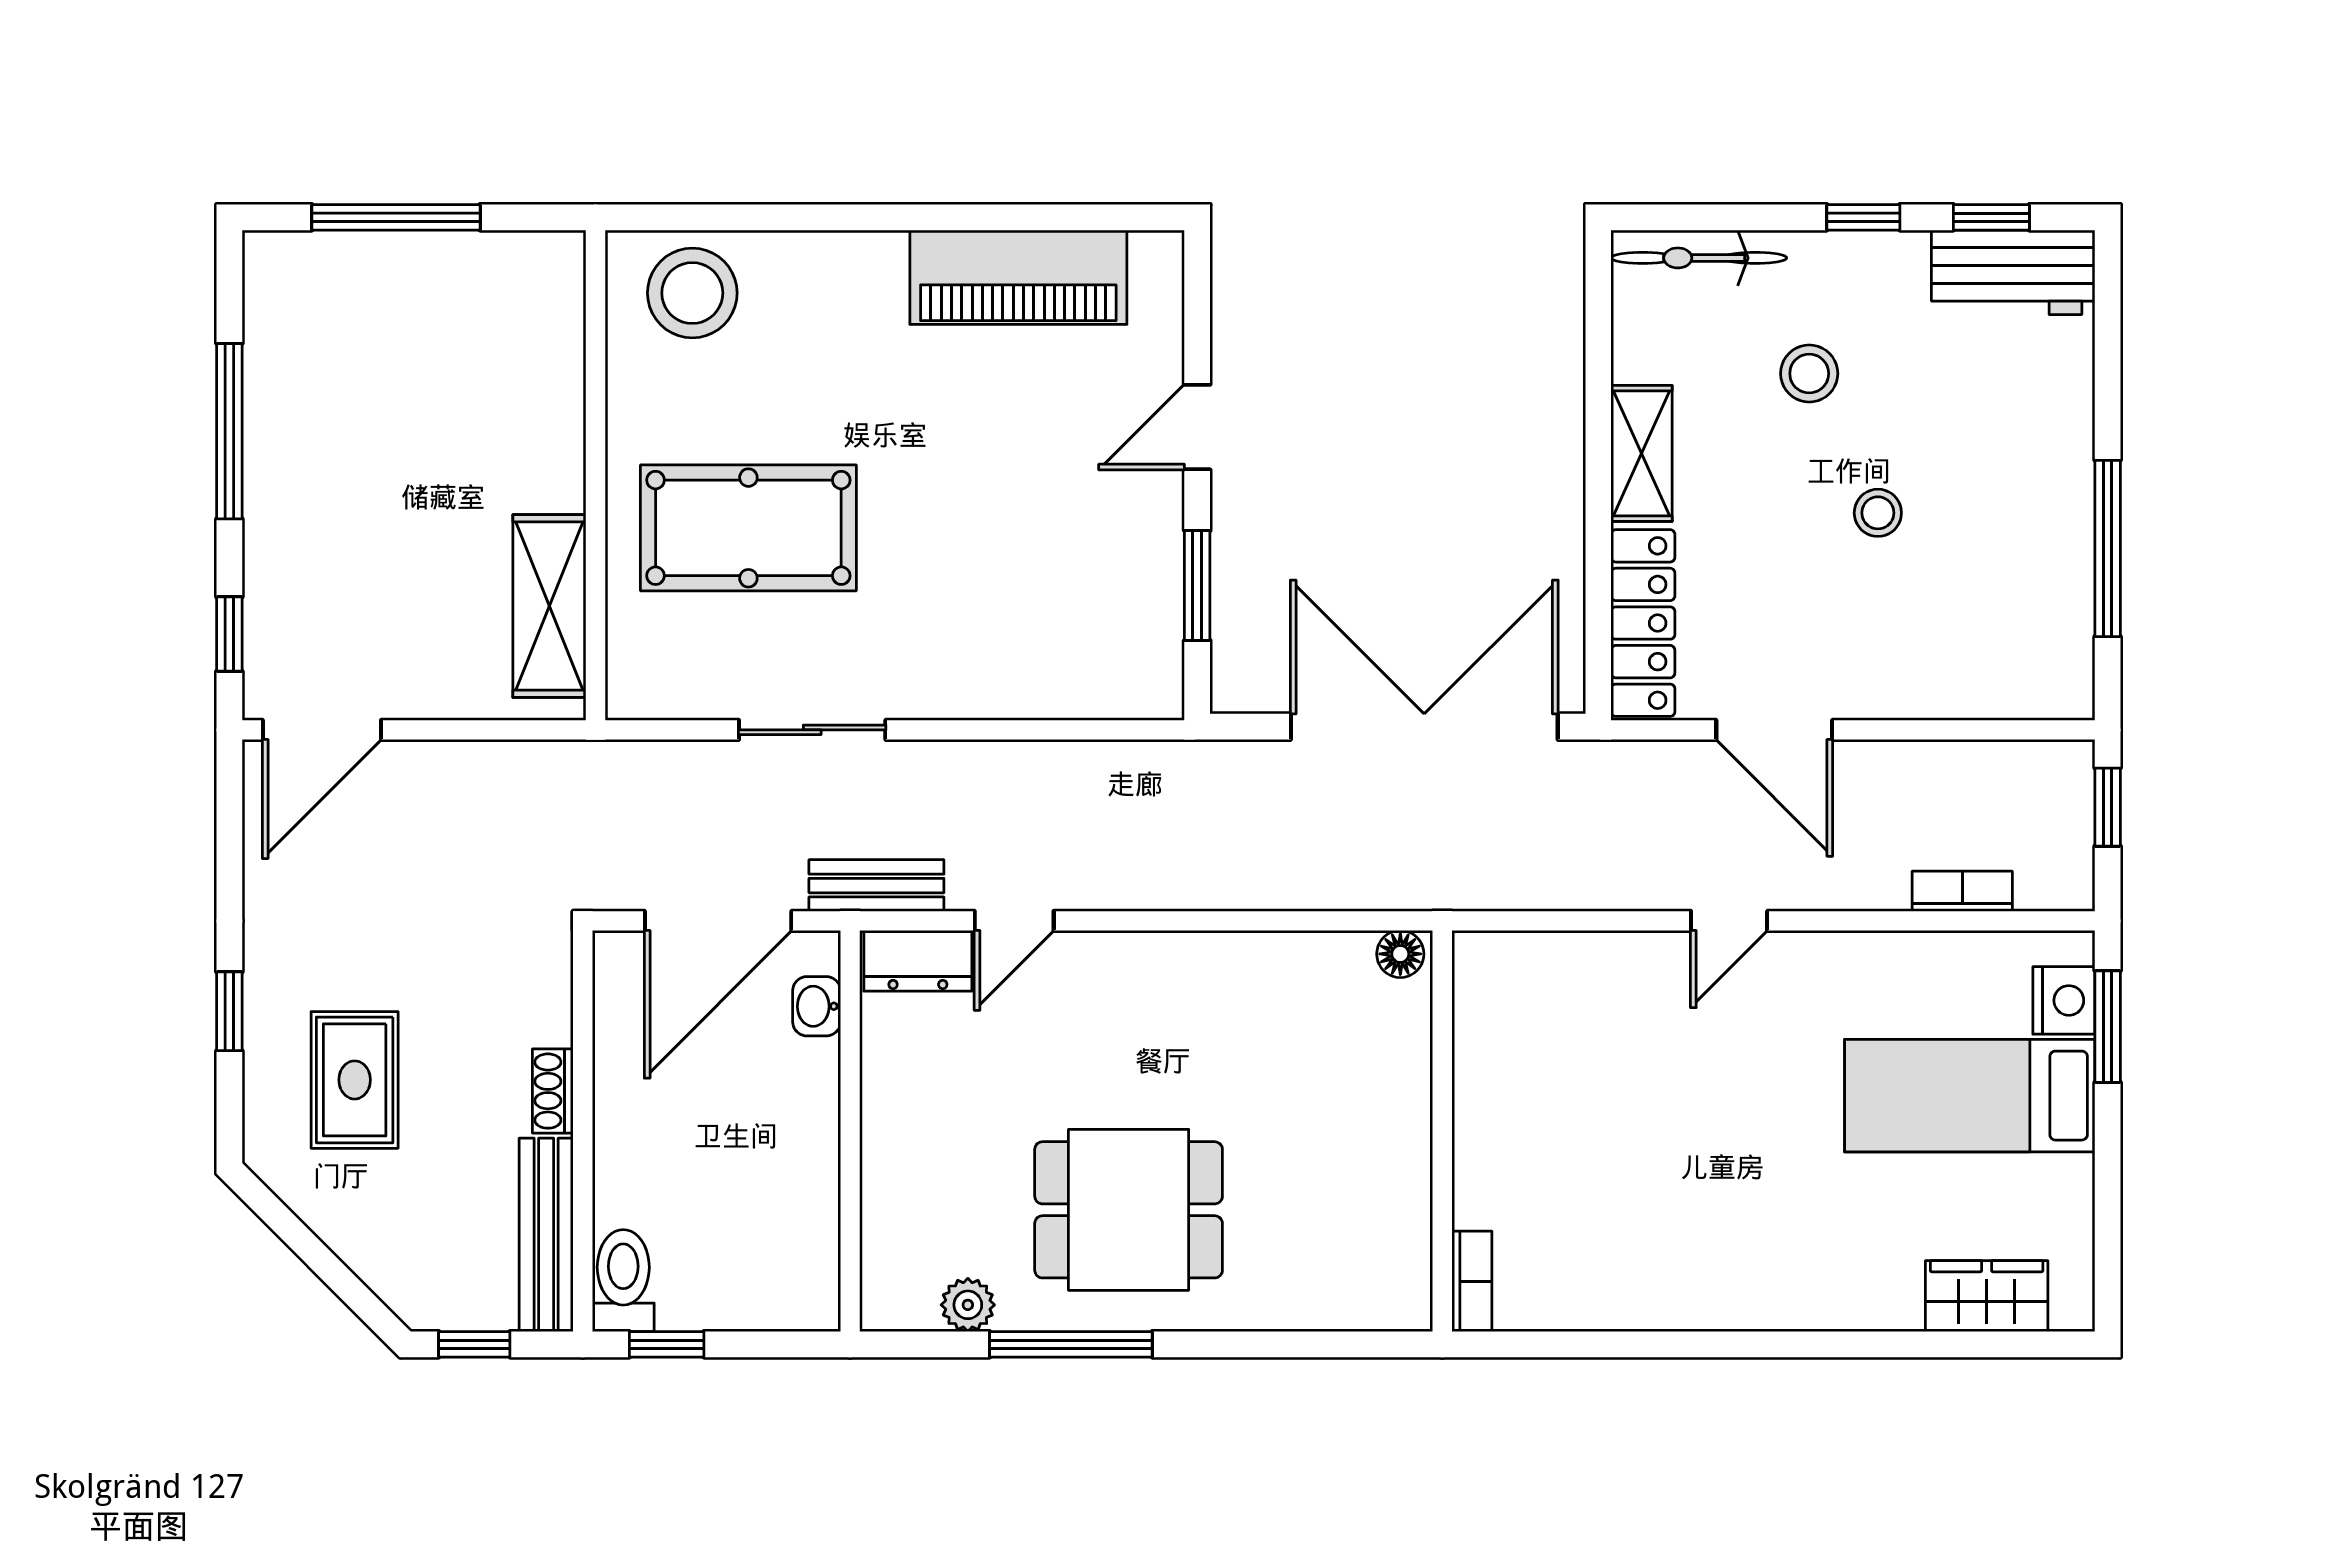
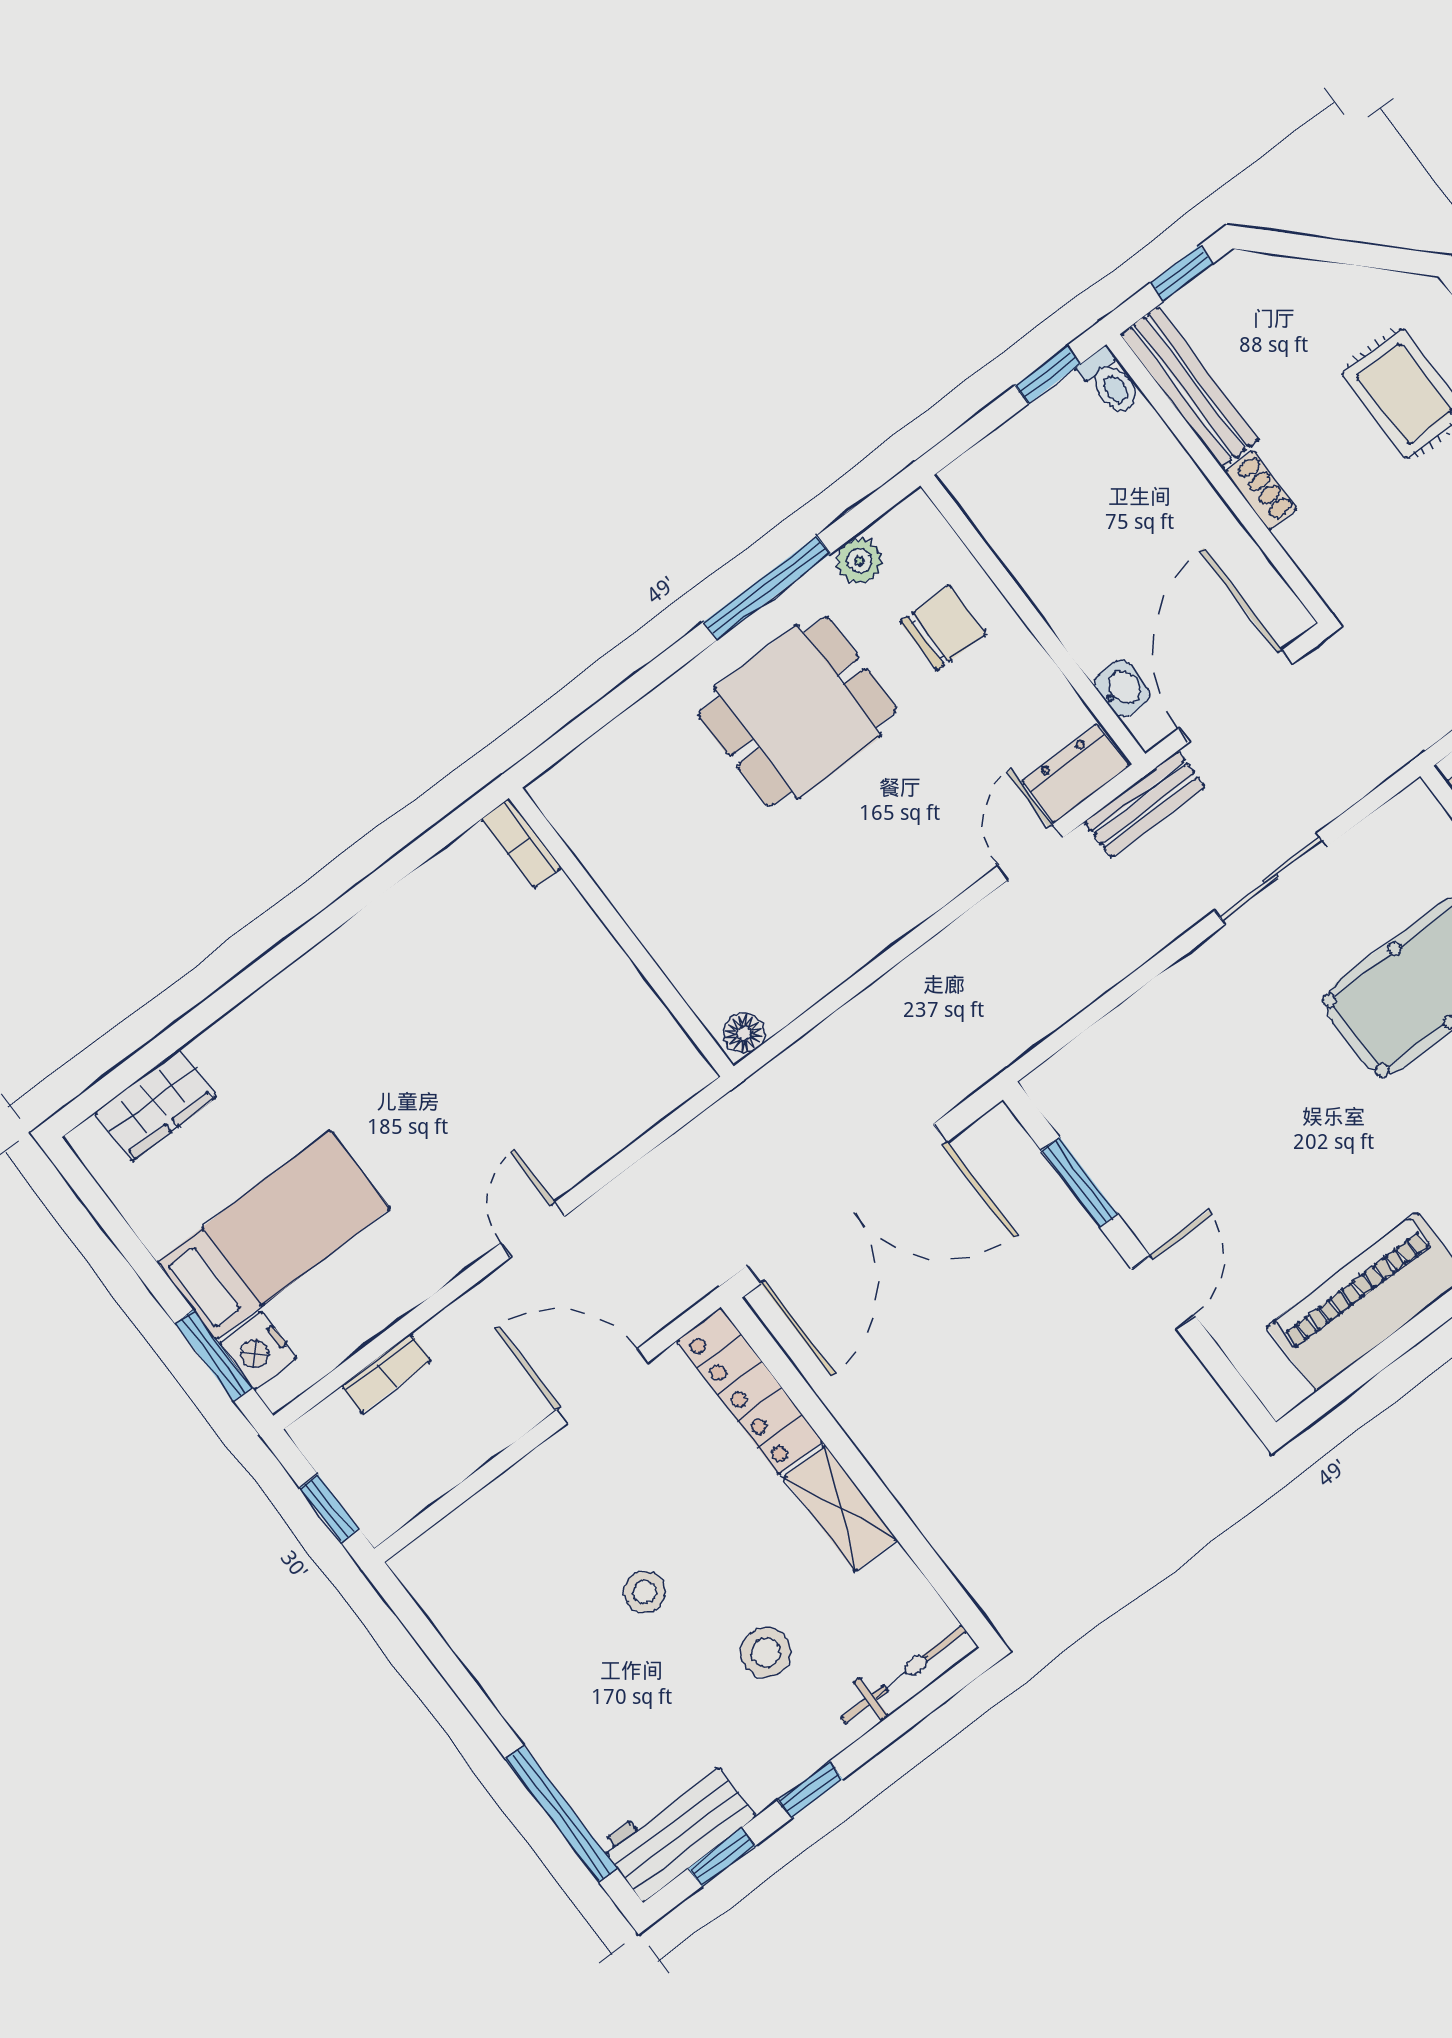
window: (2108, 548) -> (561, 1814), moved
chair: (938, 1186) -> (943, 628), added
toilet: (623, 1281) -> (1110, 382), width x0.73, depth x0.72

